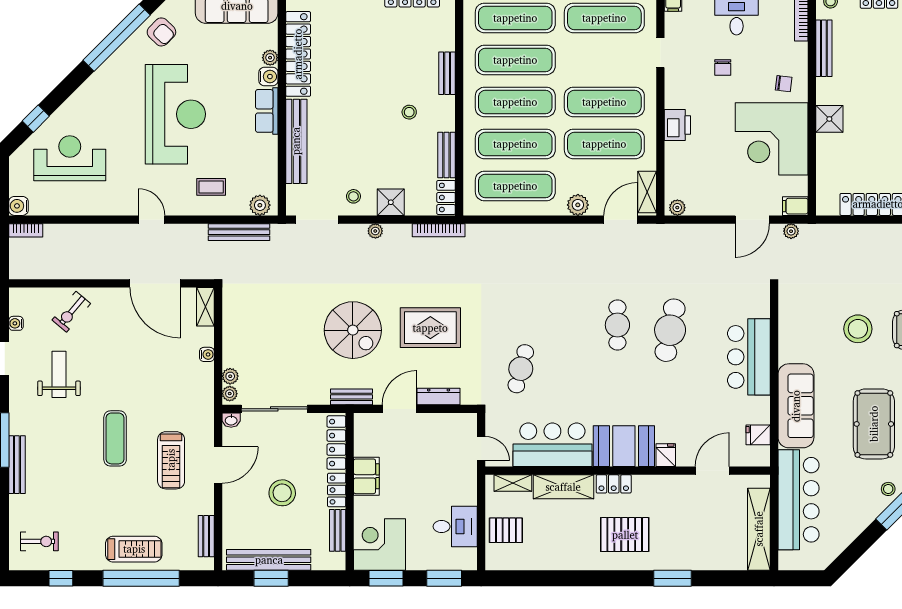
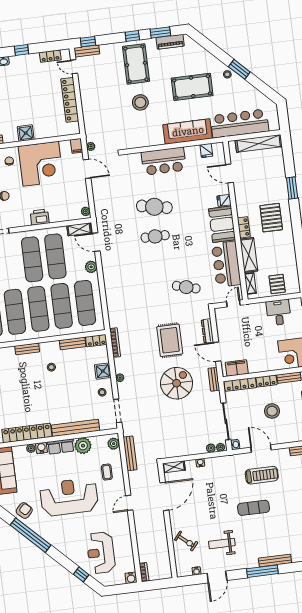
plant: (263, 151) -> (83, 446), added
filing cabinet: (366, 476) -> (237, 368), moved

